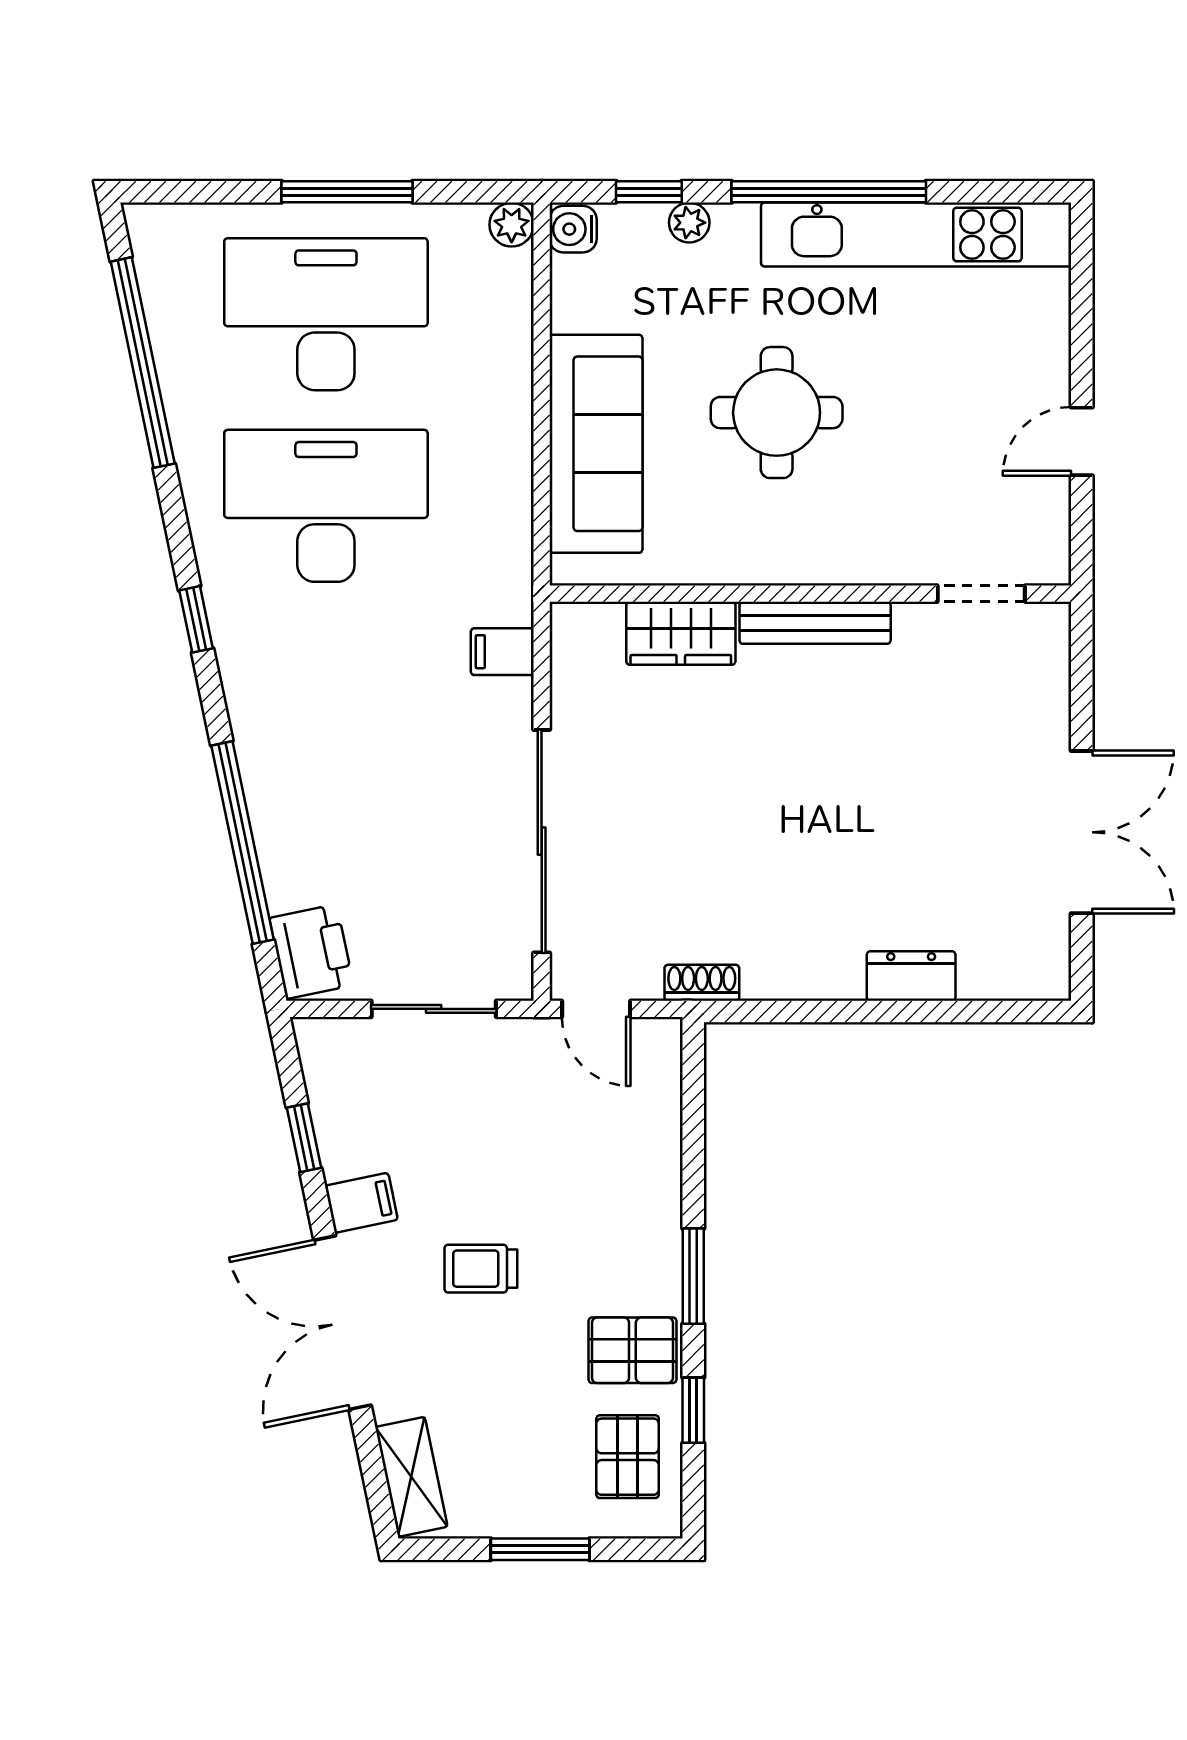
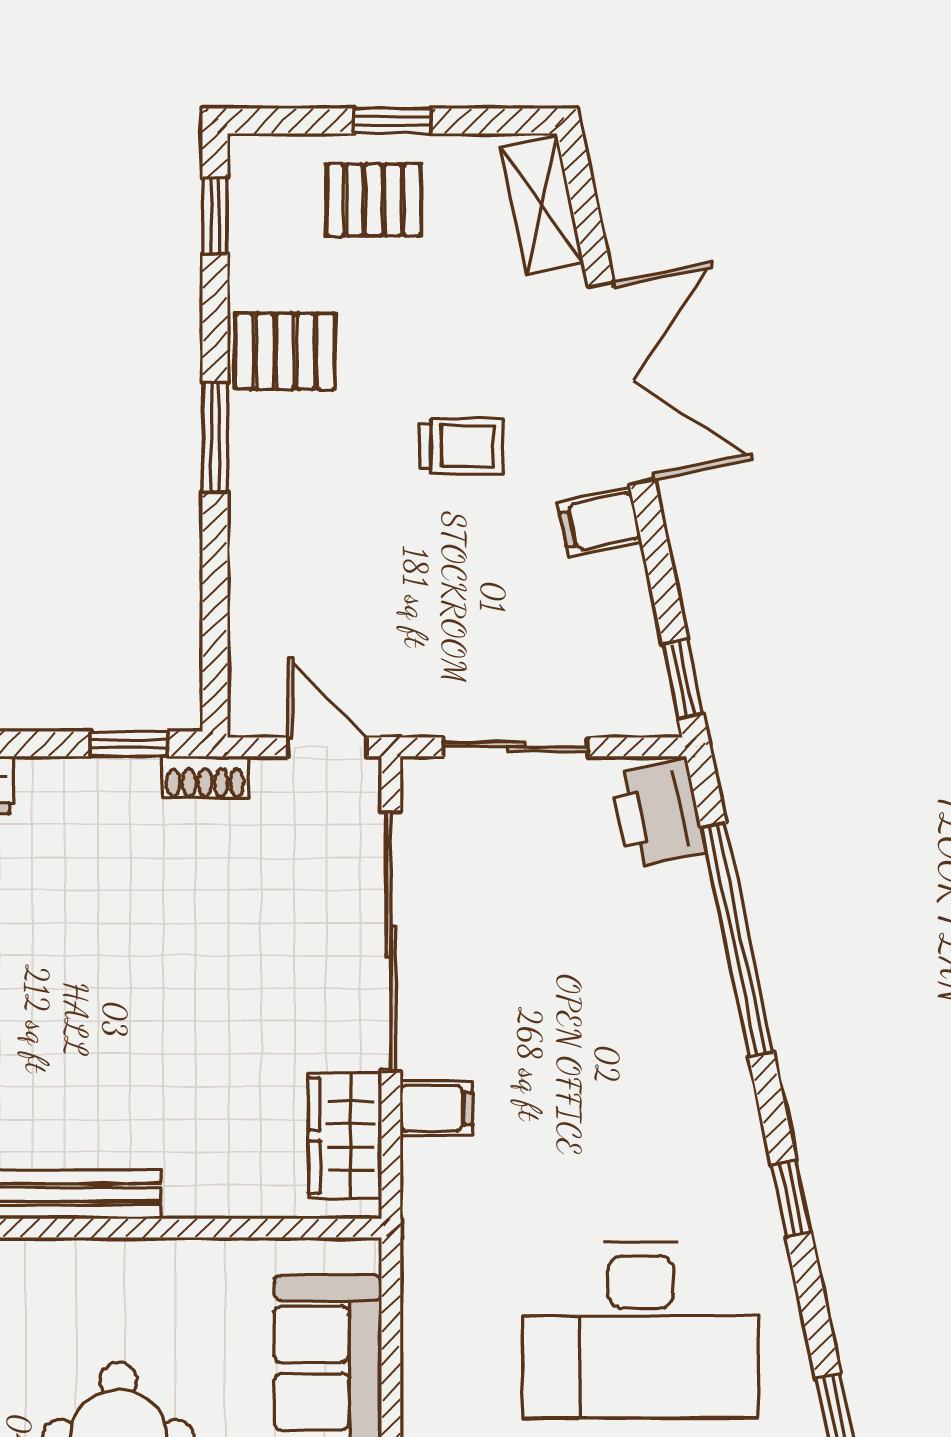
wardrobe: (681, 633) -> (345, 1136), moved, turned -90
filing cabinet: (502, 652) -> (436, 1108), moved
window: (767, 1012) -> (129, 744), added
window: (304, 1138) -> (683, 679), moved
window: (693, 1410) -> (215, 216), moved
pallet: (628, 1457) -> (374, 200), moved, turned 90
window: (540, 1549) -> (392, 121), width x0.67

